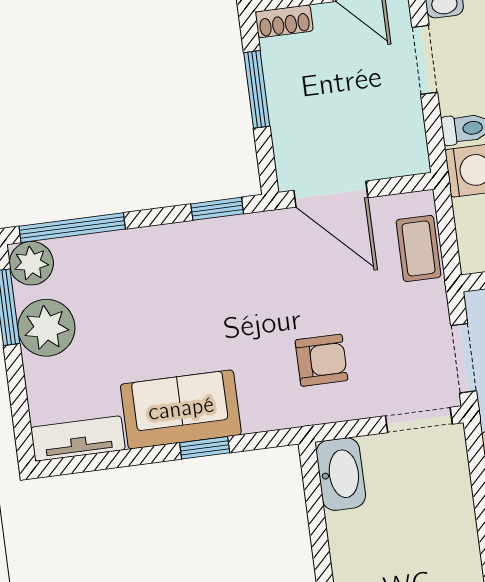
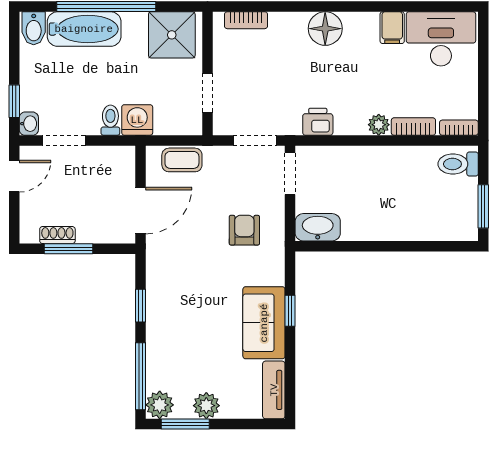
shoe rack: (284, 21) -> (57, 235), moved, turned -90
window: (217, 209) -> (141, 306), moved
plant: (46, 328) -> (206, 406), width x0.73, depth x0.73

